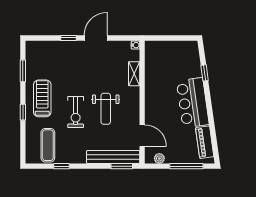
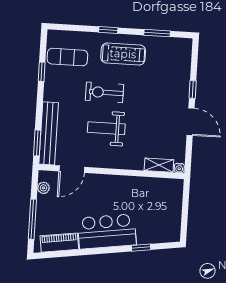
shelving: (134, 74) -> (159, 165), moved

